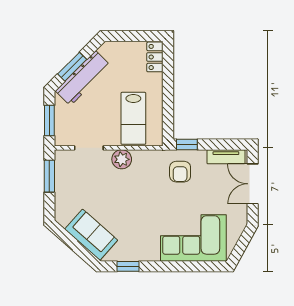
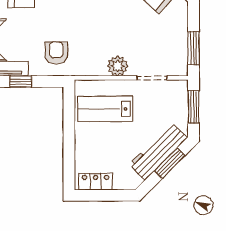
locker: (155, 57) -> (96, 182), moved, turned -90
lab bench: (133, 118) -> (105, 109), turned -90
window: (187, 144) -> (21, 82), moved

